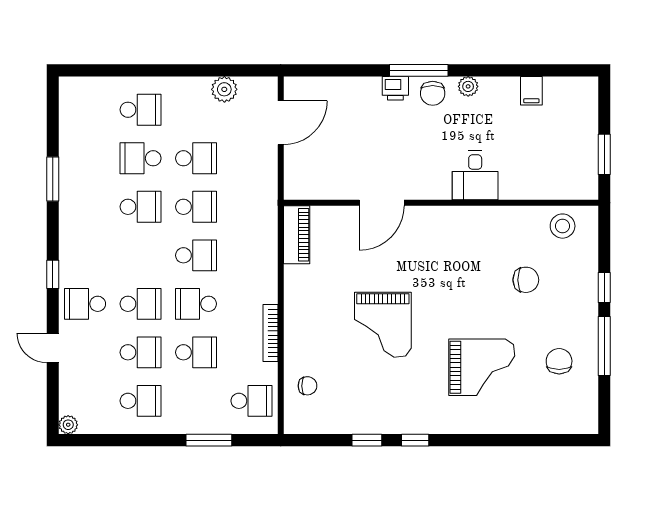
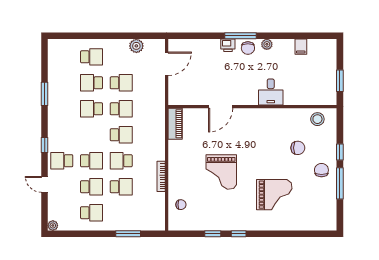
school desk: (141, 207) -> (92, 109), turned 180
chair: (559, 361) -> (321, 170), moved
school desk: (251, 401) -> (151, 213), removed

